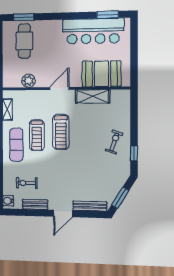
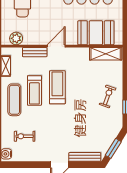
plant: (29, 81) -> (16, 38), moved
shelving: (93, 96) -> (106, 54), moved
treadmill: (61, 132) -> (57, 87), turned 180
bench: (35, 204) -> (35, 52), moved

